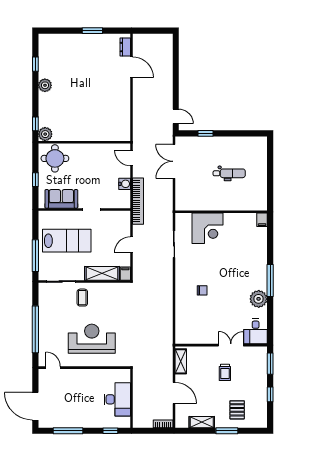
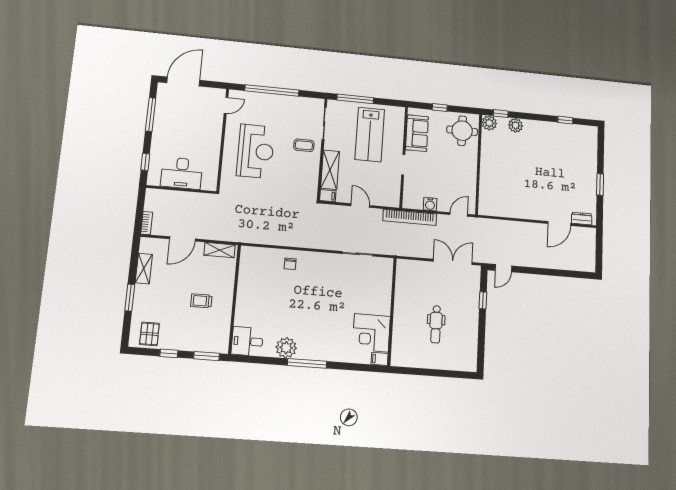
plant: (45, 85) -> (516, 125), moved
corner desk: (207, 228) -> (371, 333), moved
chair: (202, 290) -> (290, 264), moved
double door: (231, 345) -> (233, 310), removed
pallet: (237, 410) -> (149, 334), moved, turned 90

